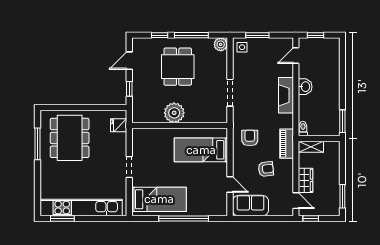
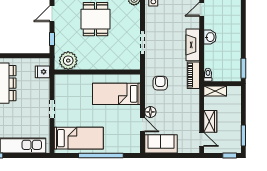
plant: (174, 113) -> (68, 61), moved
piano: (287, 144) -> (193, 75), moved
armchair: (266, 169) -> (175, 111), removed
floor lamp: (239, 170) -> (150, 112), added
window: (311, 219) -> (230, 156), moved

